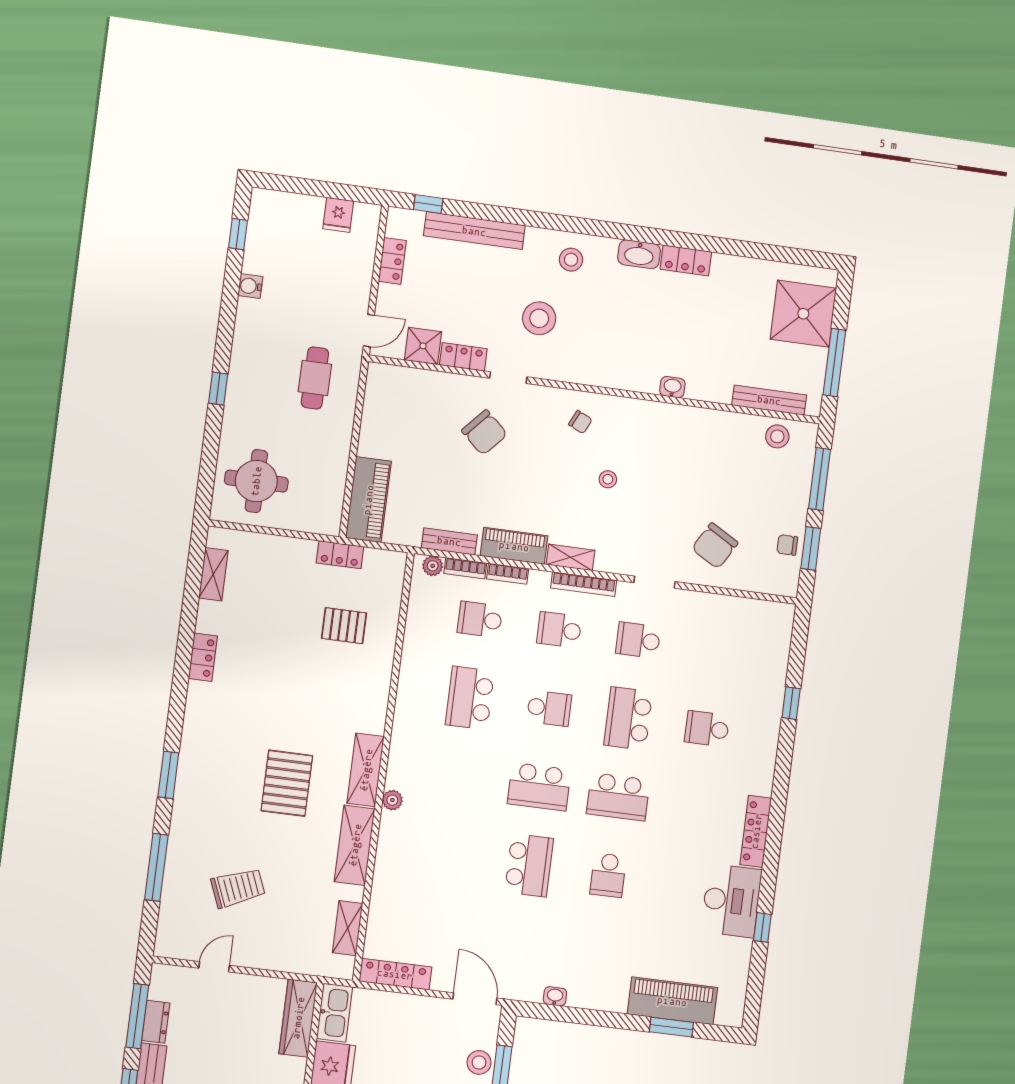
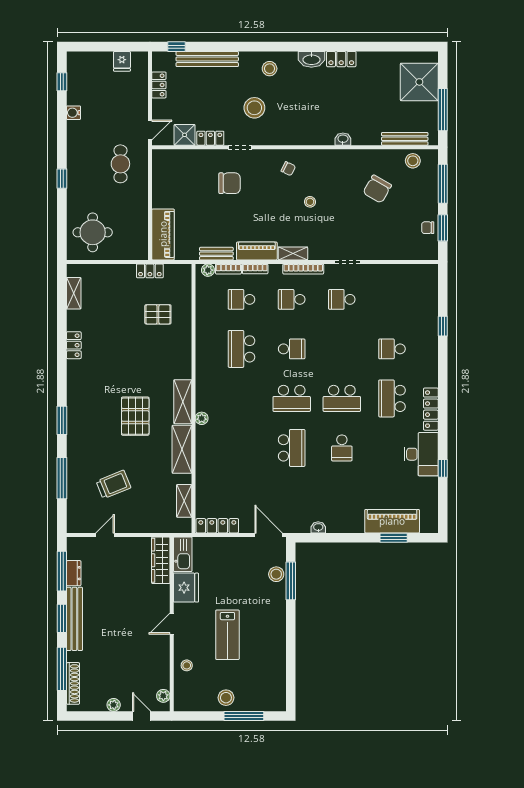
chair: (484, 432) -> (229, 183), turned -42
chair: (715, 546) -> (377, 189), moved
school desk: (628, 718) -> (392, 398), moved

